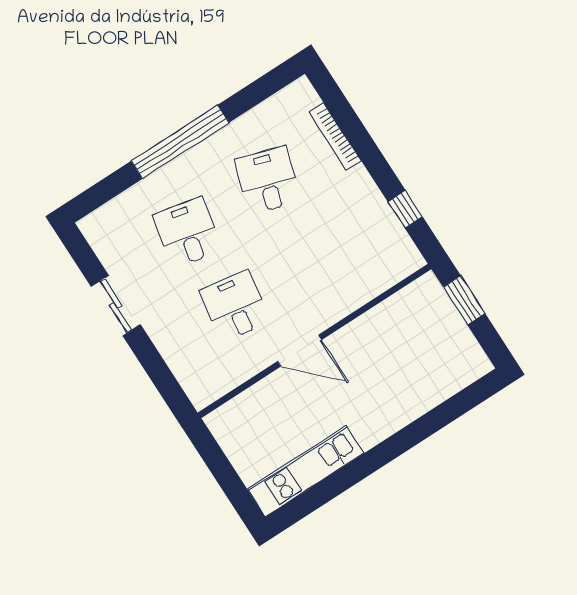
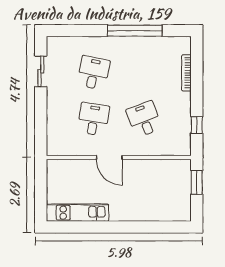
window: (180, 142) -> (135, 31), moved
desk: (268, 180) -> (144, 119), moved, turned -39
sliding door: (116, 306) -> (41, 71), moved

